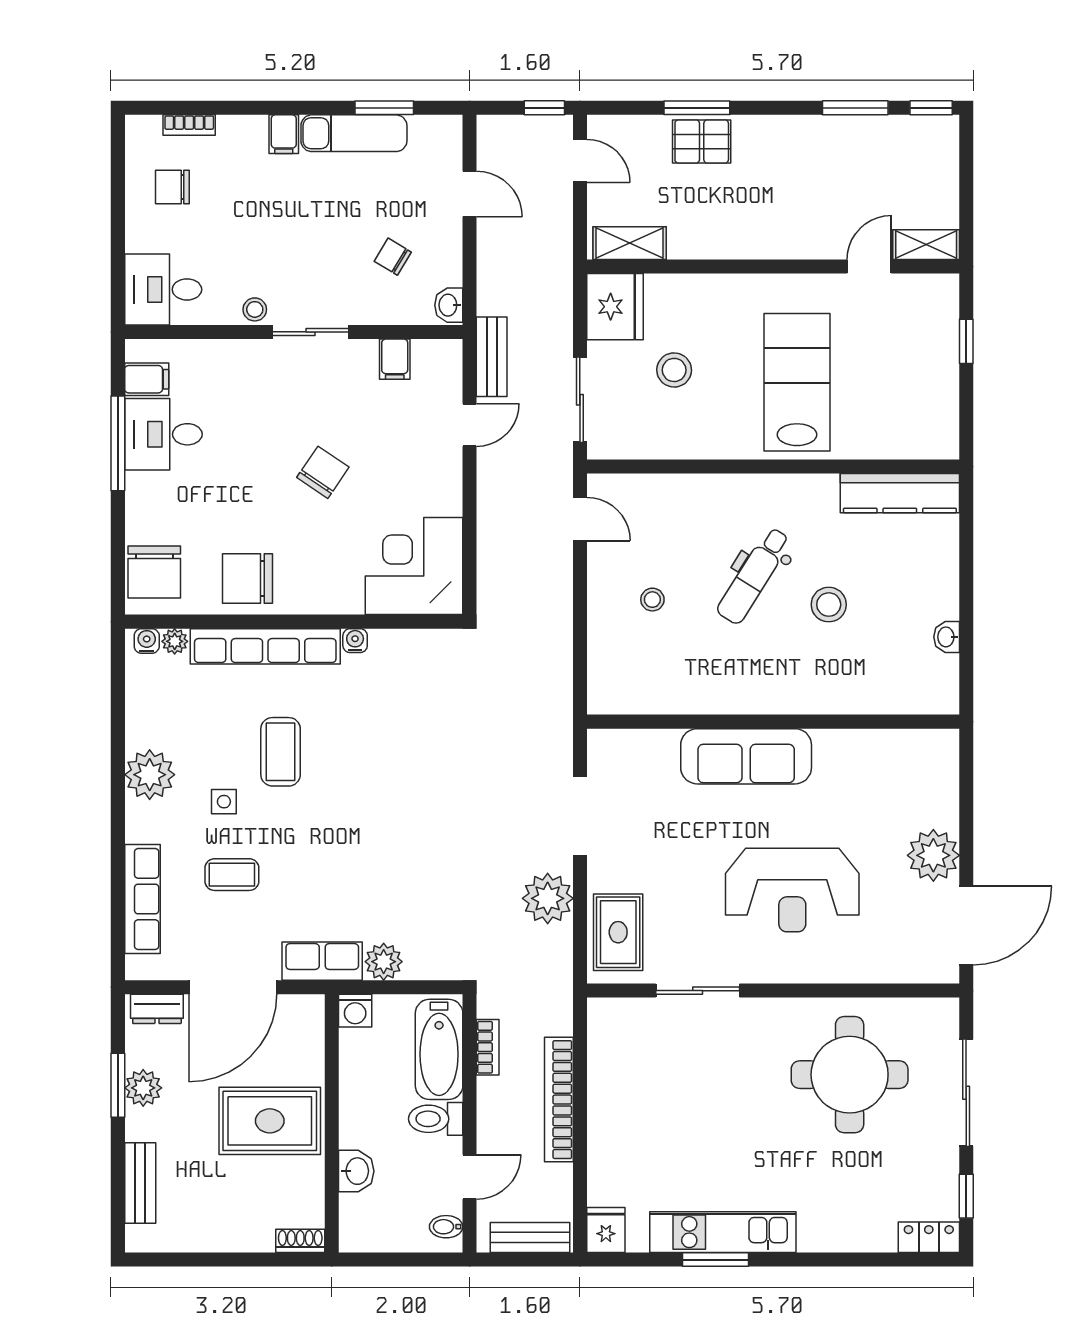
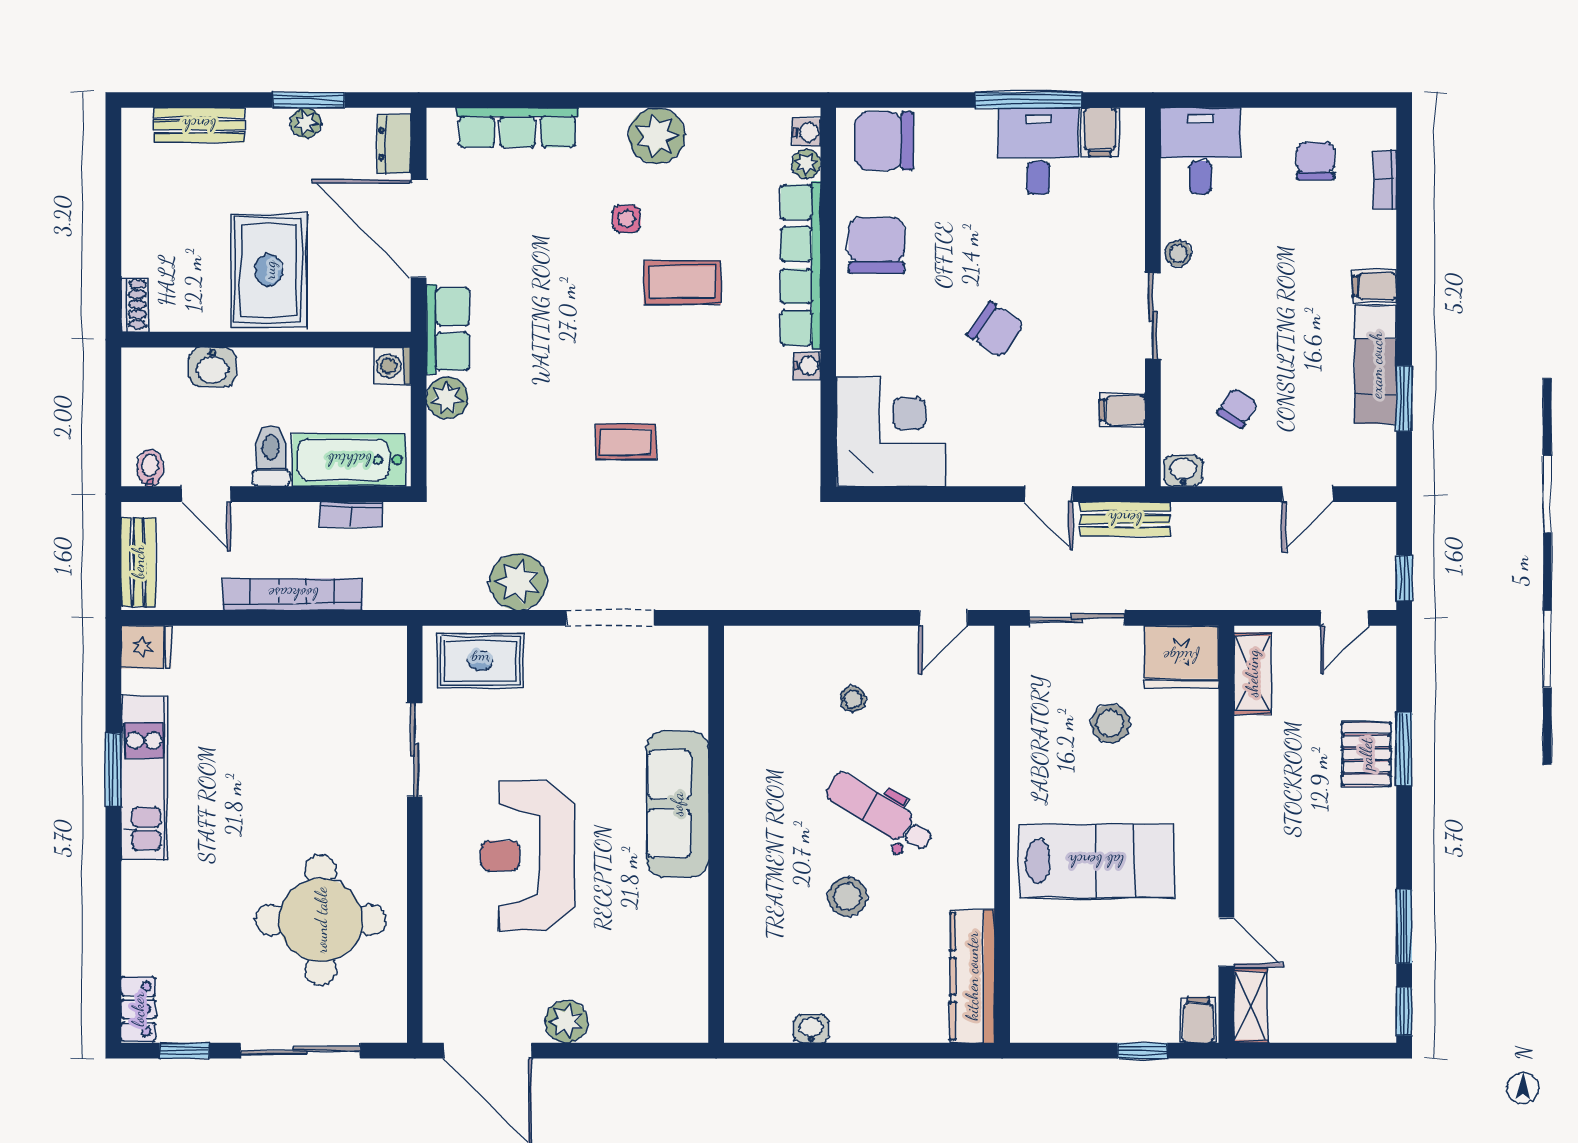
filing cabinet: (939, 292) -> (1198, 1020), added
plant: (933, 855) -> (566, 1022), width x0.73, depth x0.73
coffee table: (232, 875) -> (626, 442), moved, turned 90
plant: (143, 1088) -> (306, 123), width x0.73, depth x0.73

